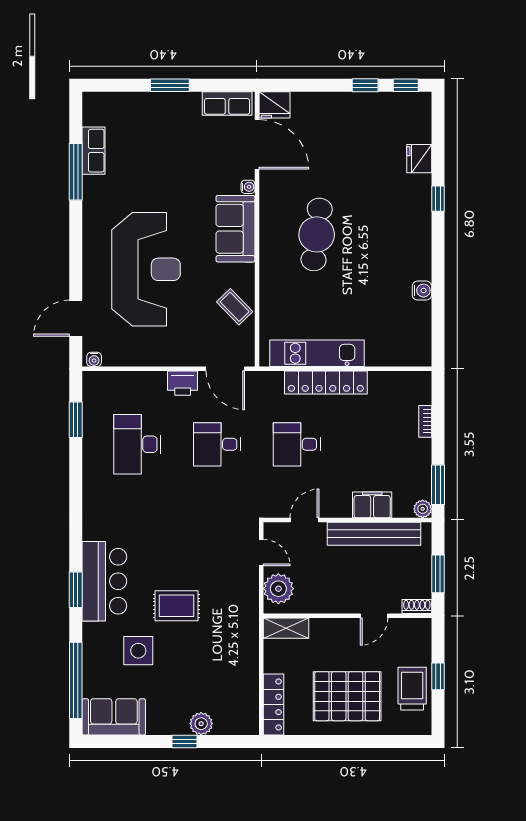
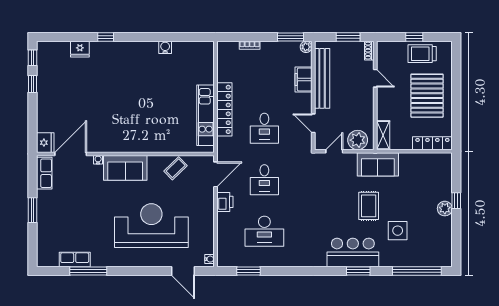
cafe table: (317, 234) -> (129, 115), removed
sofa: (114, 717) -> (378, 164), moved, turned -90
plant: (201, 724) -> (445, 209), moved

